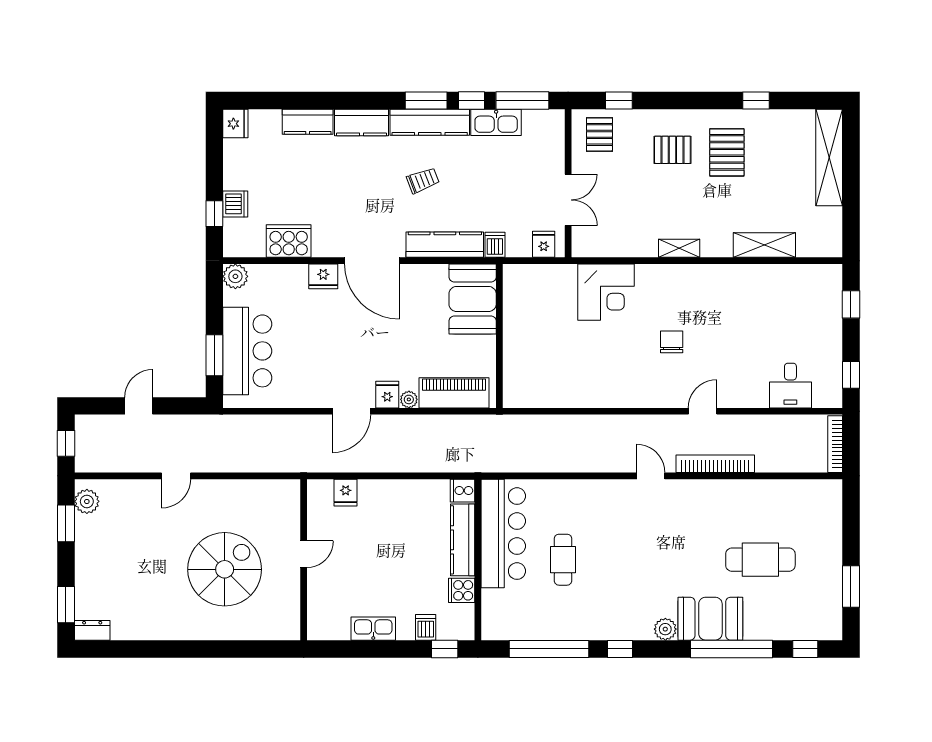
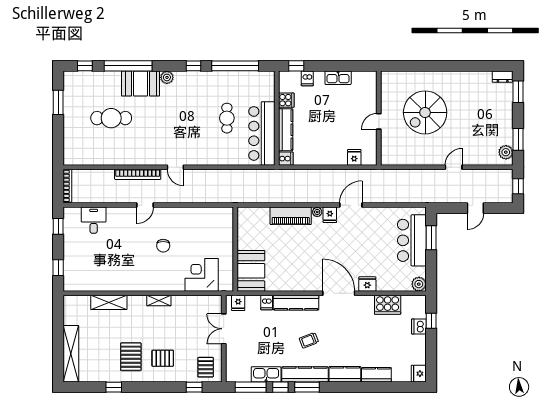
booth: (473, 299) -> (251, 271), moved
wall: (499, 336) -> (235, 249), moved

